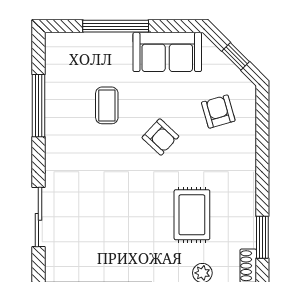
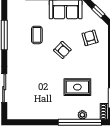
rug: (192, 215) -> (77, 87), turned 90

